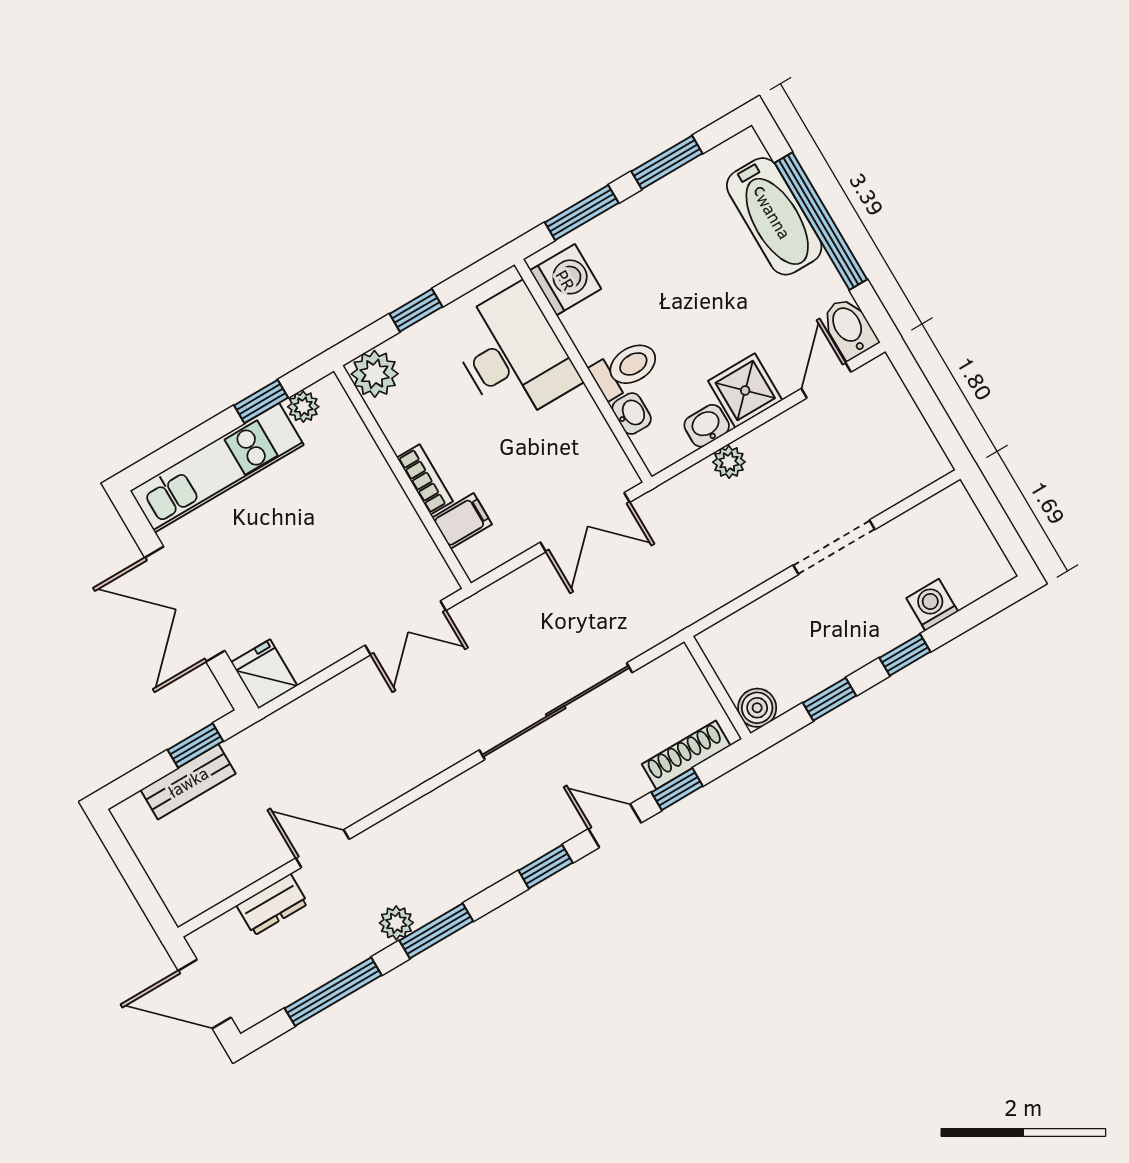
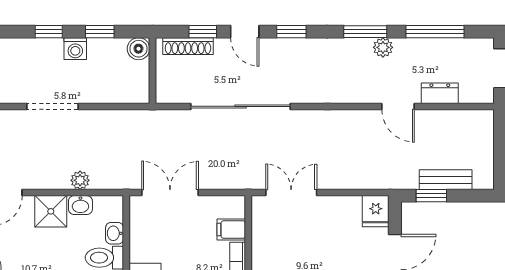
washing machine: (932, 605) -> (75, 49), moved

